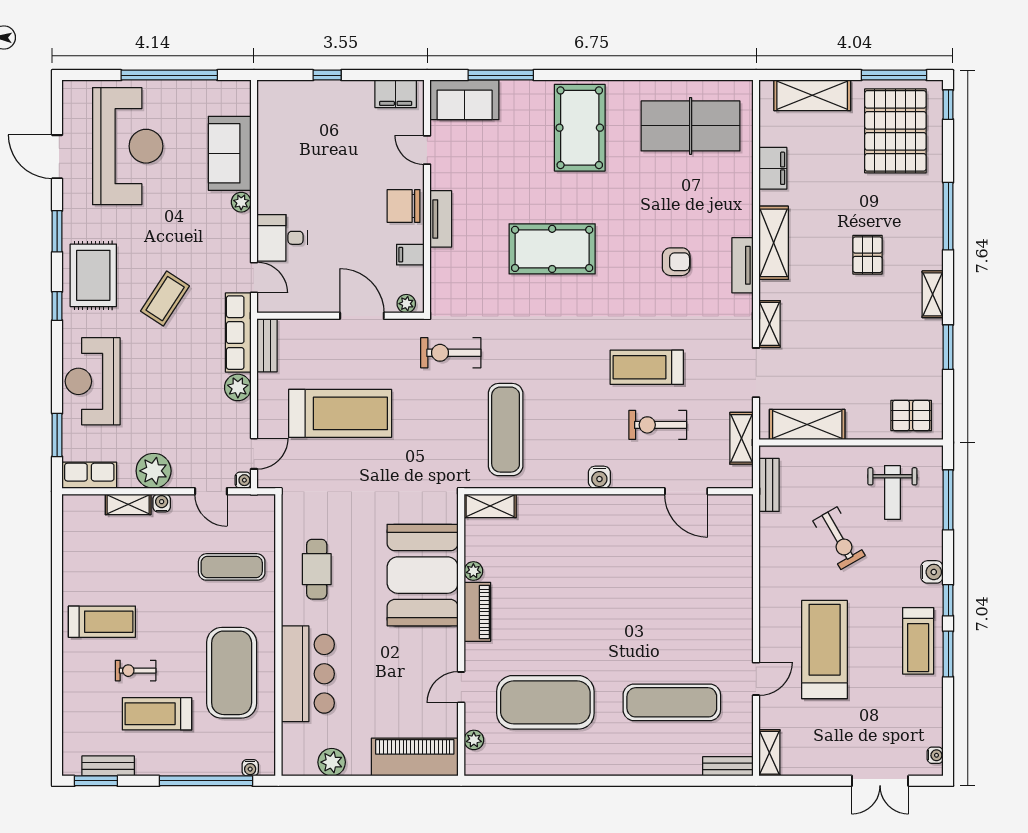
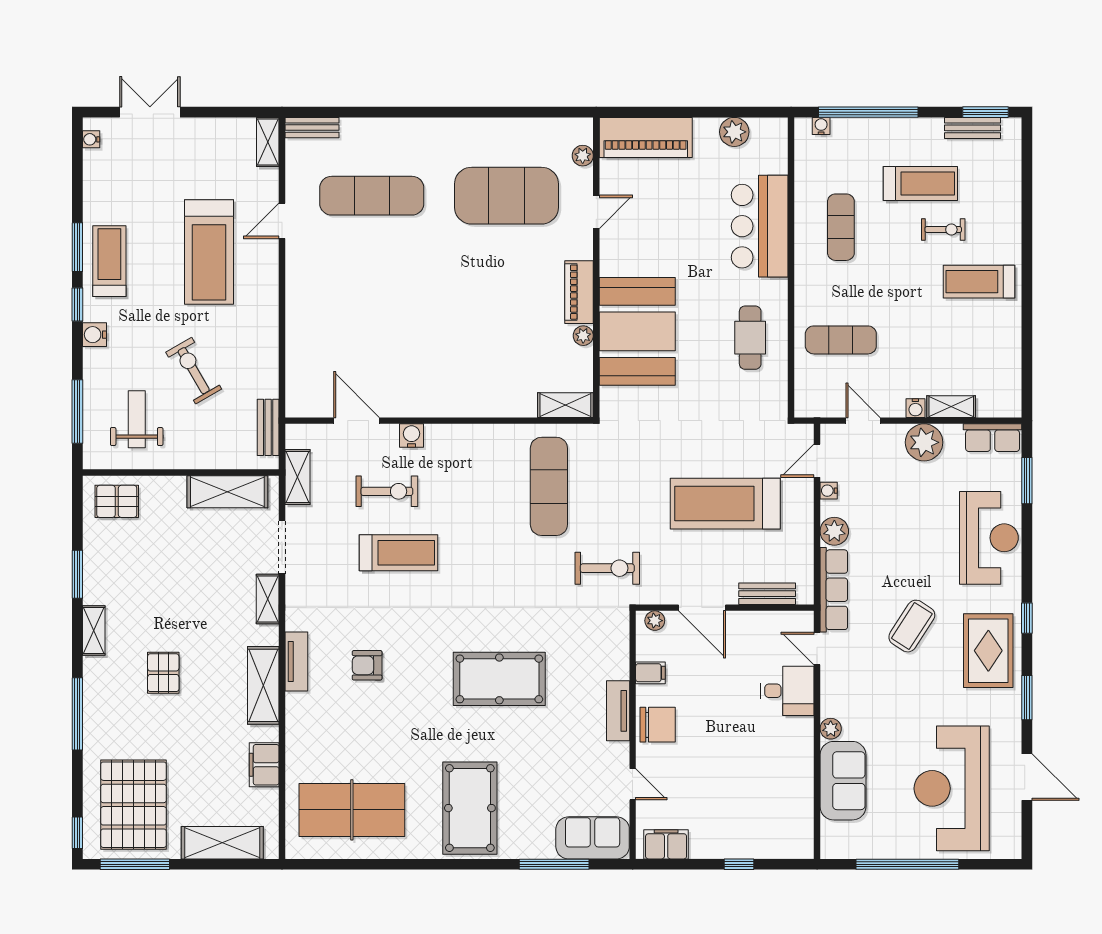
bench: (267, 345) -> (767, 594), moved, turned 90
water cooler: (599, 477) -> (412, 436), moved
water cooler: (243, 480) -> (829, 491), moved
exercise mat: (232, 673) -> (841, 227), width x0.50, depth x0.69

